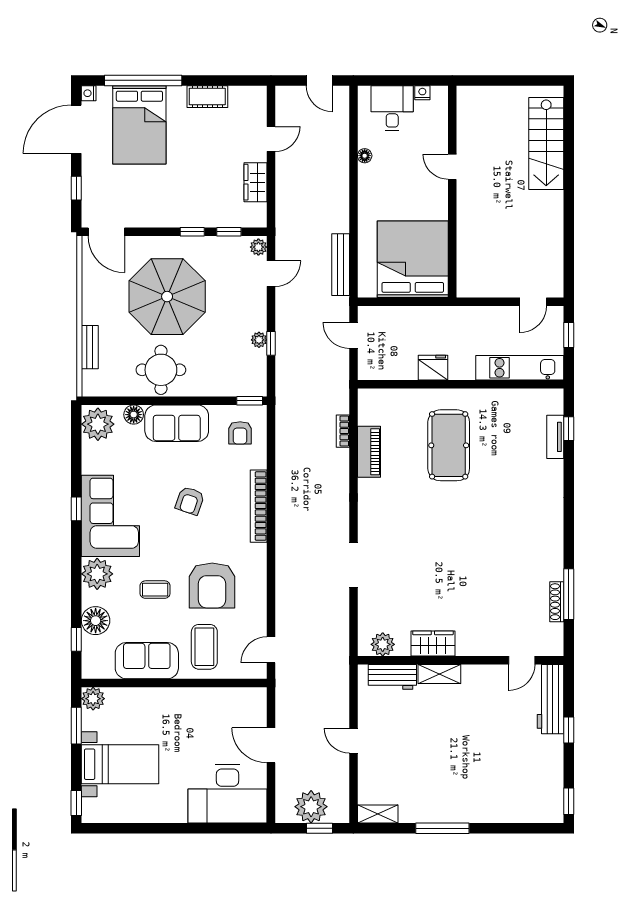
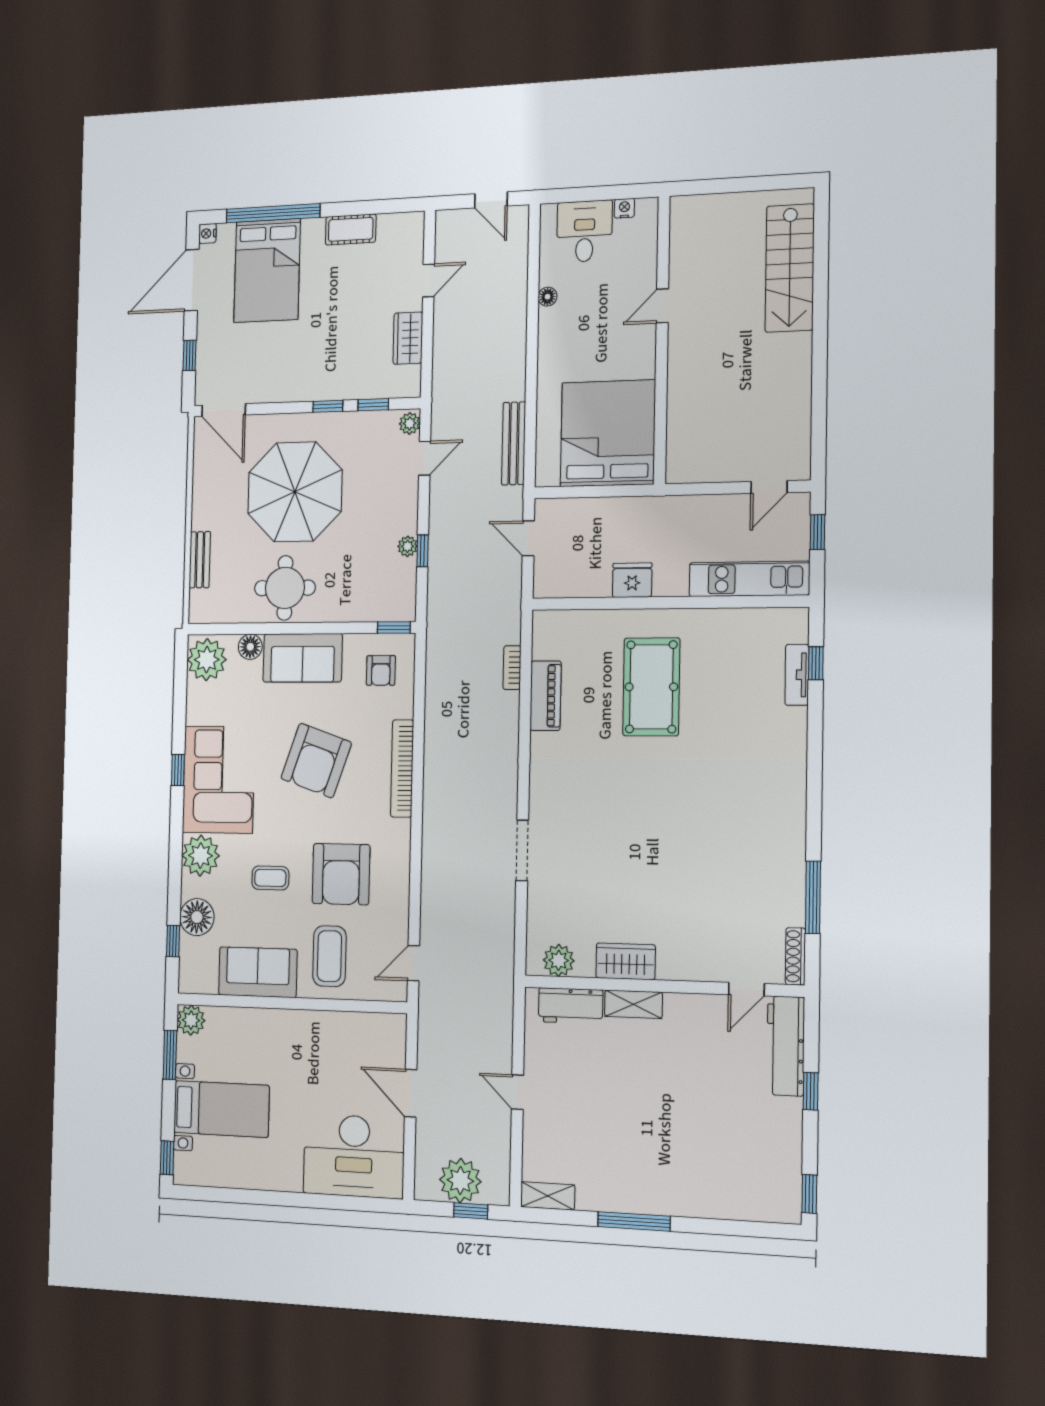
door: (452, 167) -> (662, 306), hinge flipped
armchair: (190, 501) -> (316, 761), width x1.88, depth x1.88
shoe rack: (557, 602) -> (795, 956), moved

